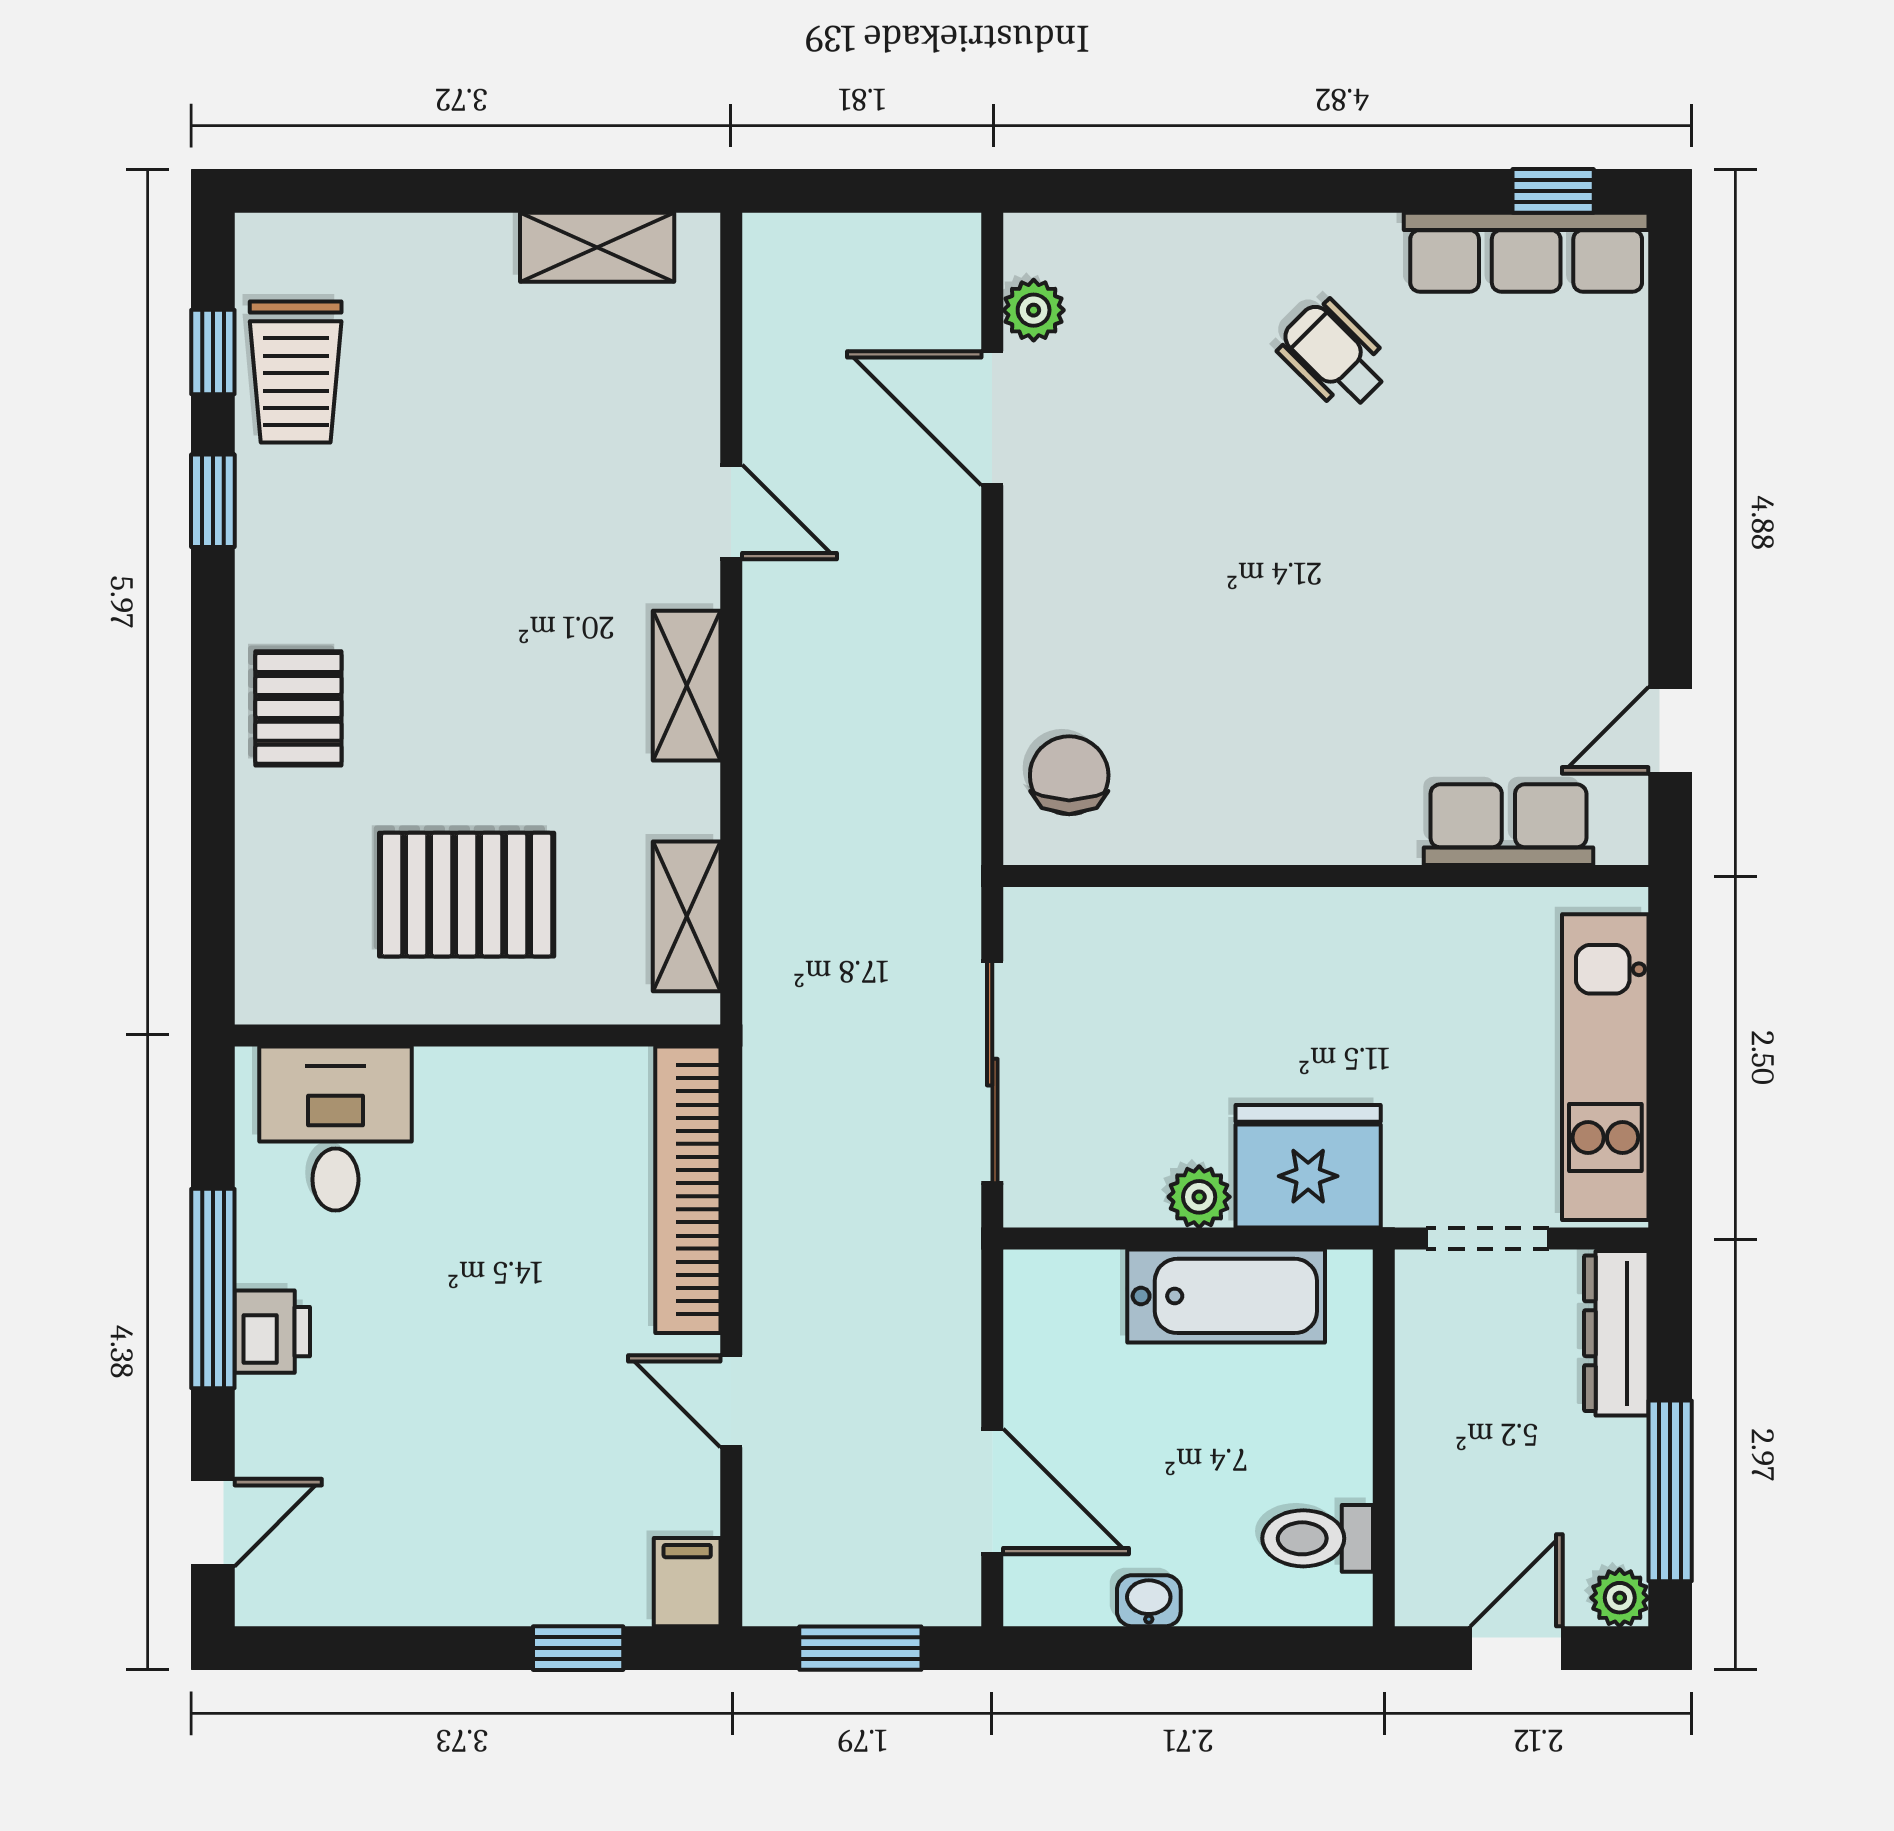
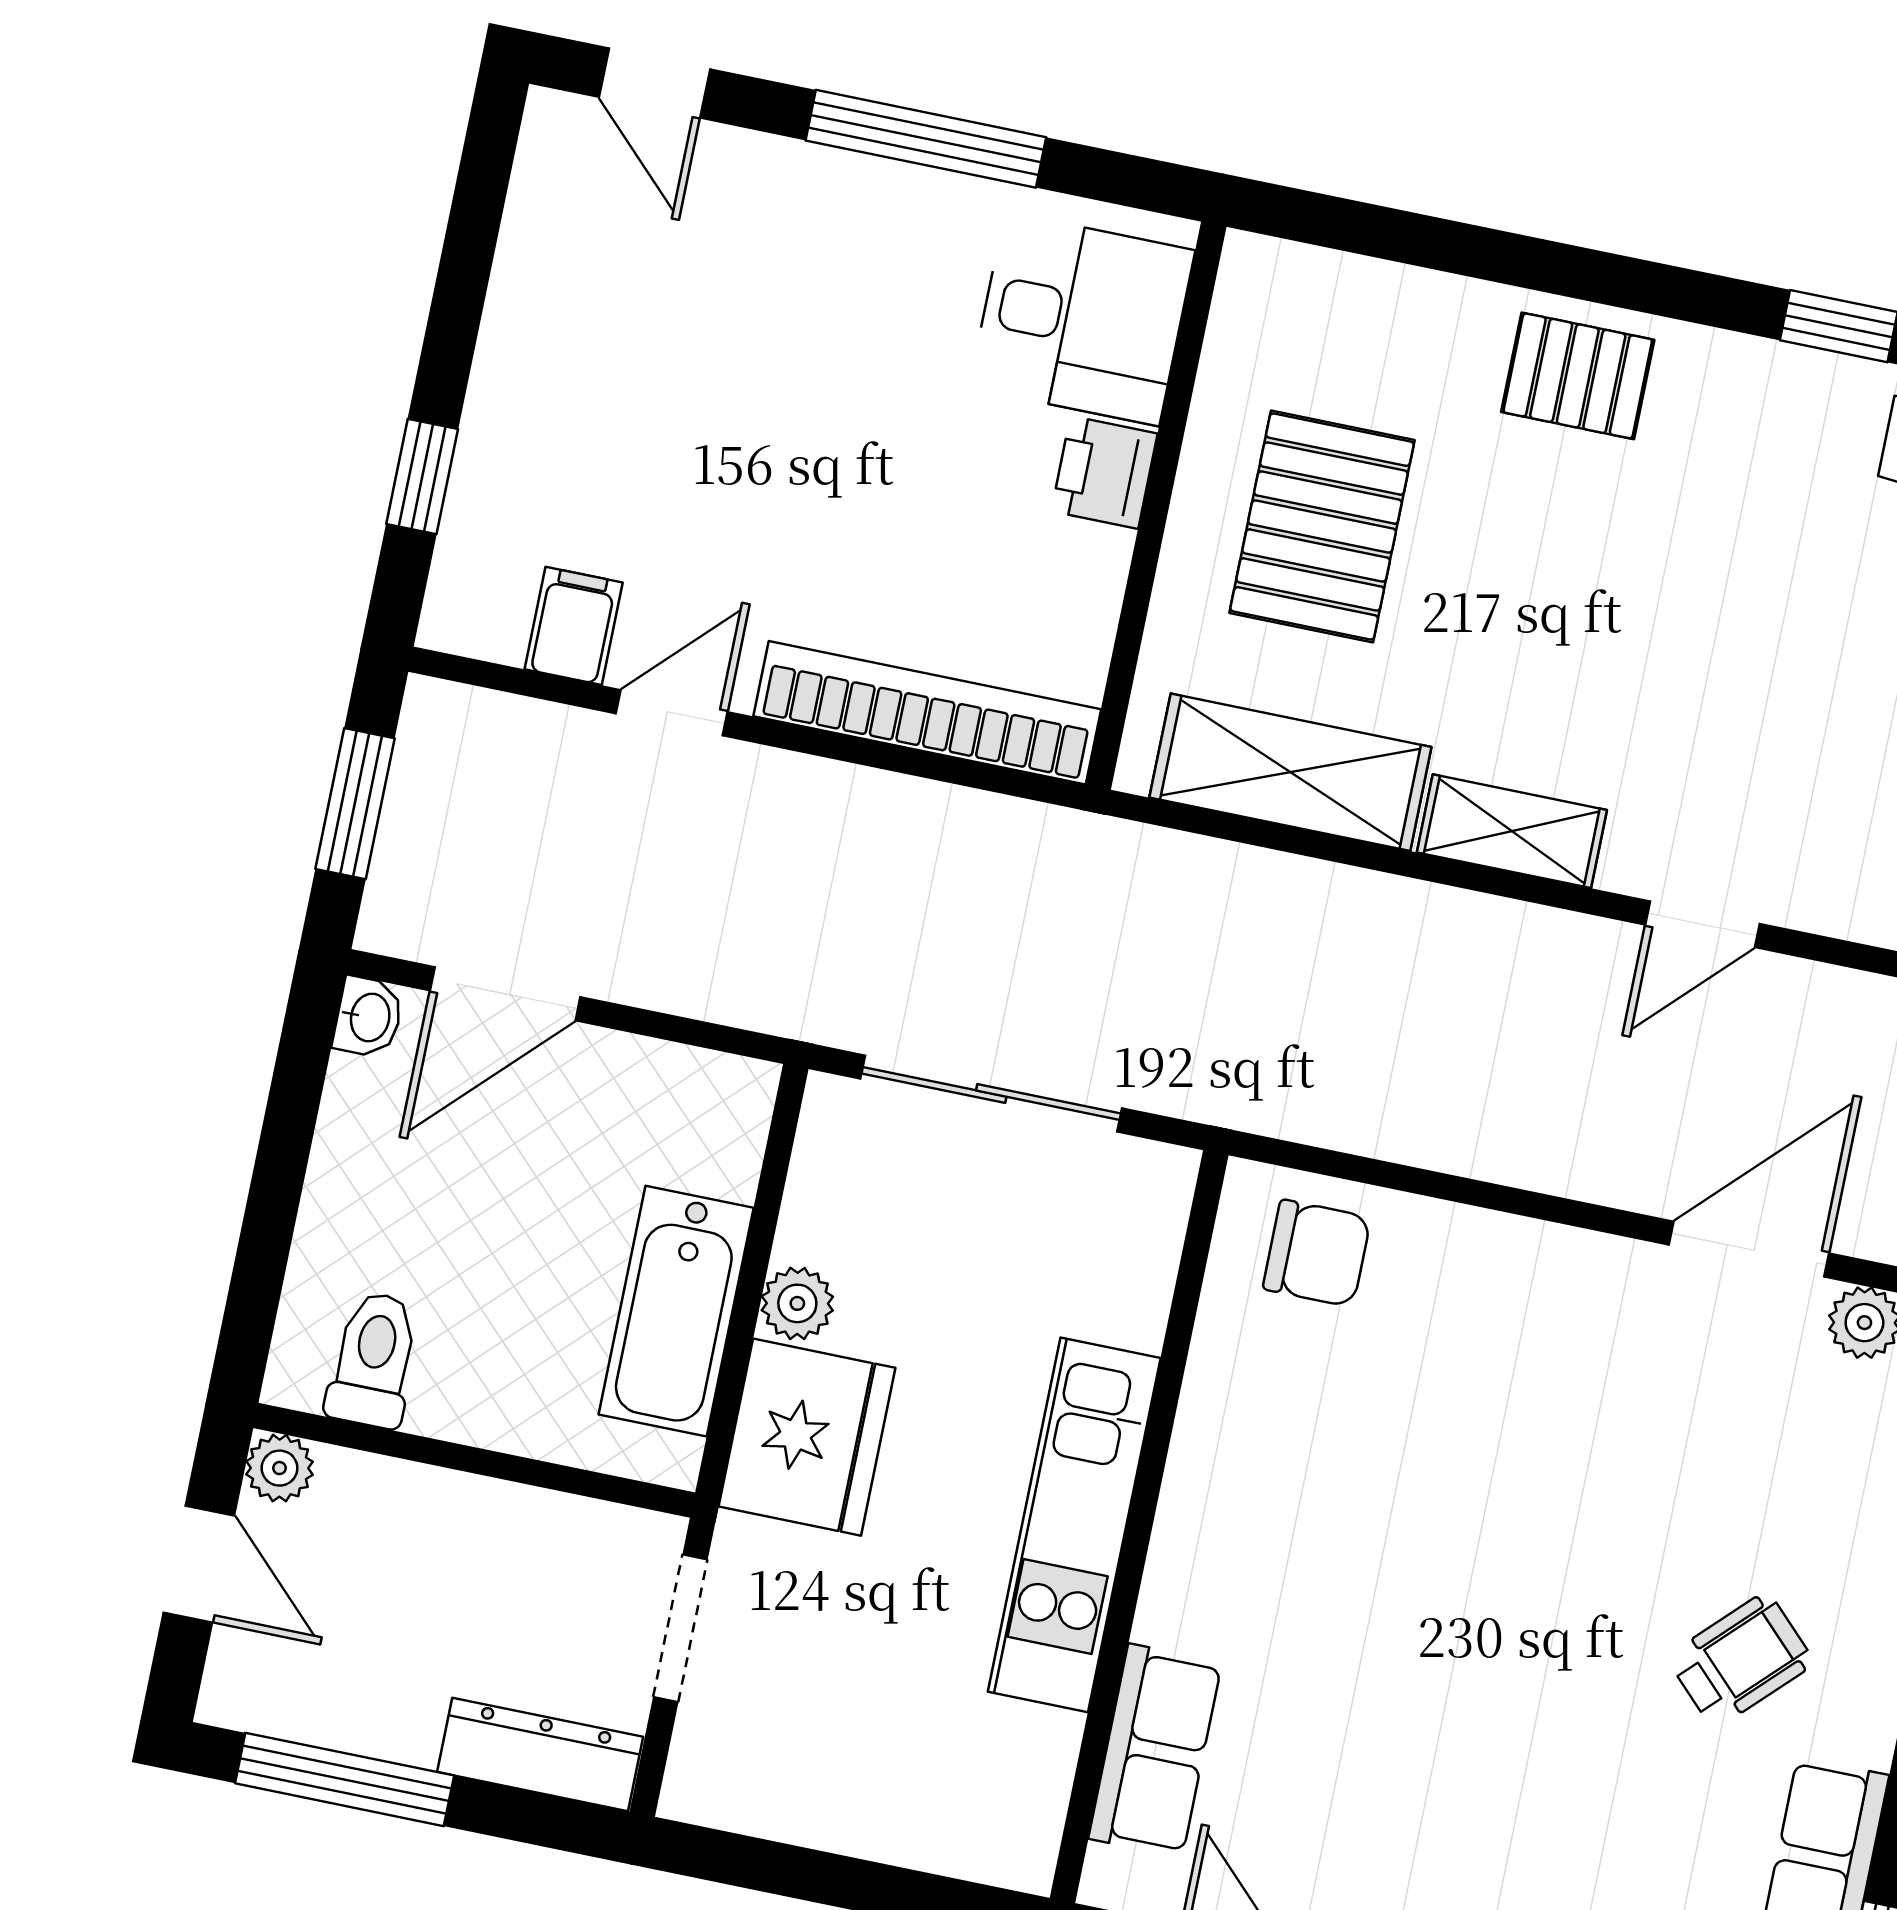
shelving: (687, 916) -> (1290, 772), width x1.50, depth x1.33
kitchen unit: (1605, 1067) -> (1074, 1525), moved, turned -90
printer: (272, 1332) -> (1104, 472), moved, turned 90
filing cabinet: (687, 1582) -> (574, 626), moved, turned -90
plant: (1620, 1598) -> (280, 1468), moved
washbasin: (1149, 1601) -> (368, 1017), moved

